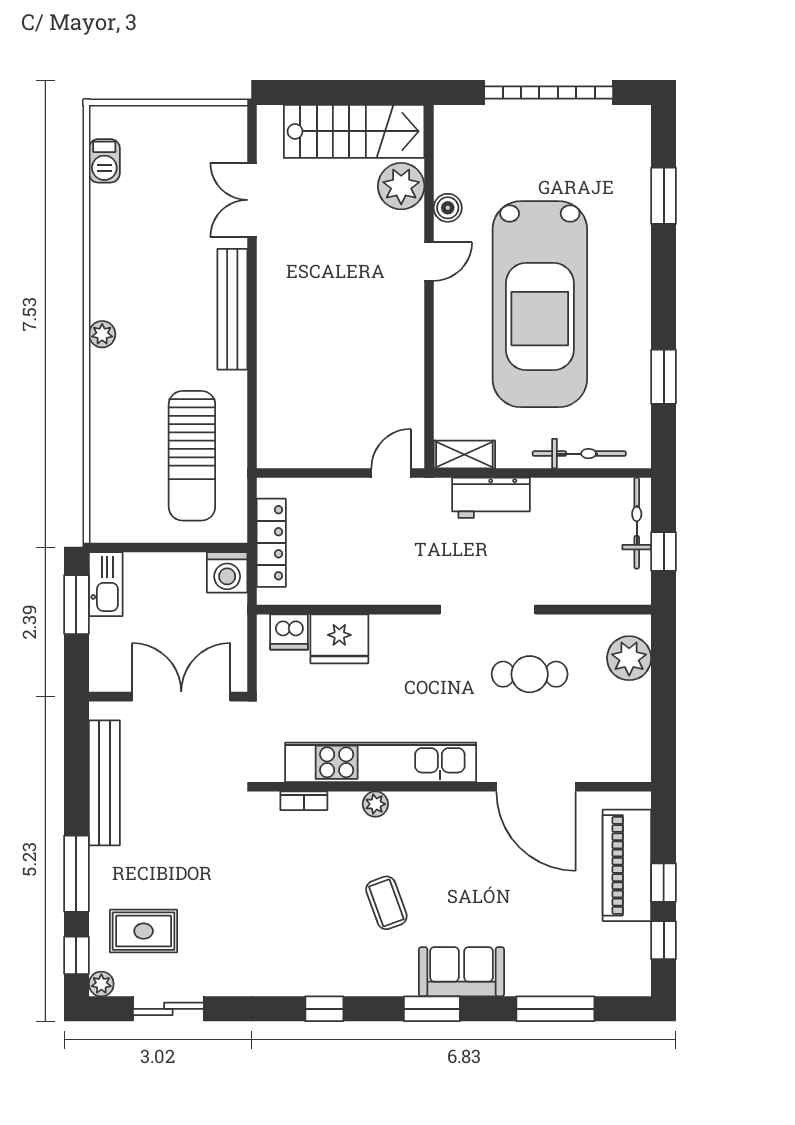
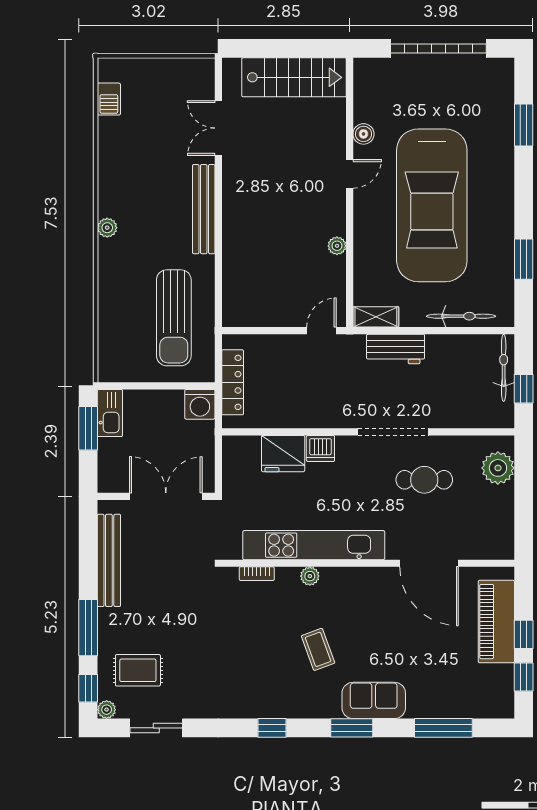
plant: (401, 186) -> (337, 246), moved, width x0.53, depth x0.53
dishwasher: (289, 632) -> (320, 448), moved

